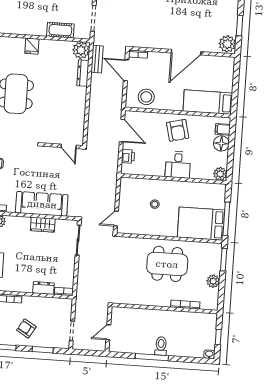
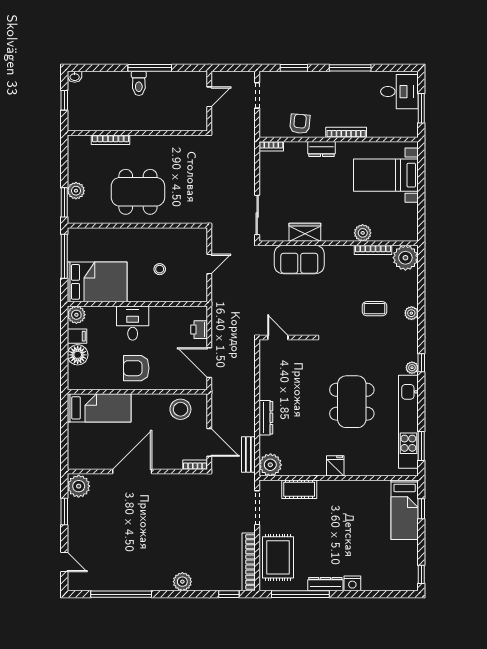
dresser: (83, 73) -> (266, 418), moved
filing cabinet: (223, 129) -> (77, 336), moved
armchair: (178, 130) -> (136, 368), turned -76
sofa: (42, 204) -> (299, 259), width x0.73
door: (116, 219) -> (209, 264), moved
bed: (201, 224) -> (97, 282), moved
plant: (213, 281) -> (76, 191), moved
dresser: (43, 288) -> (321, 149), moved
armchair: (26, 328) -> (300, 124), moved, turned -116

